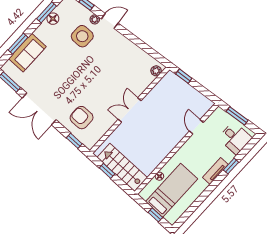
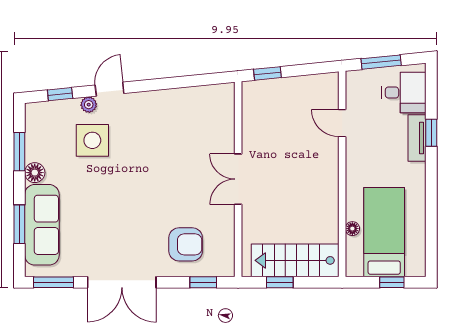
floor lamp: (53, 19) -> (35, 173), moved
sofa: (27, 53) -> (42, 225), width x1.36
plant: (156, 71) -> (226, 99), removed
armchair: (82, 118) -> (186, 244), turned 180
tv unit: (215, 171) -> (417, 138), moved

